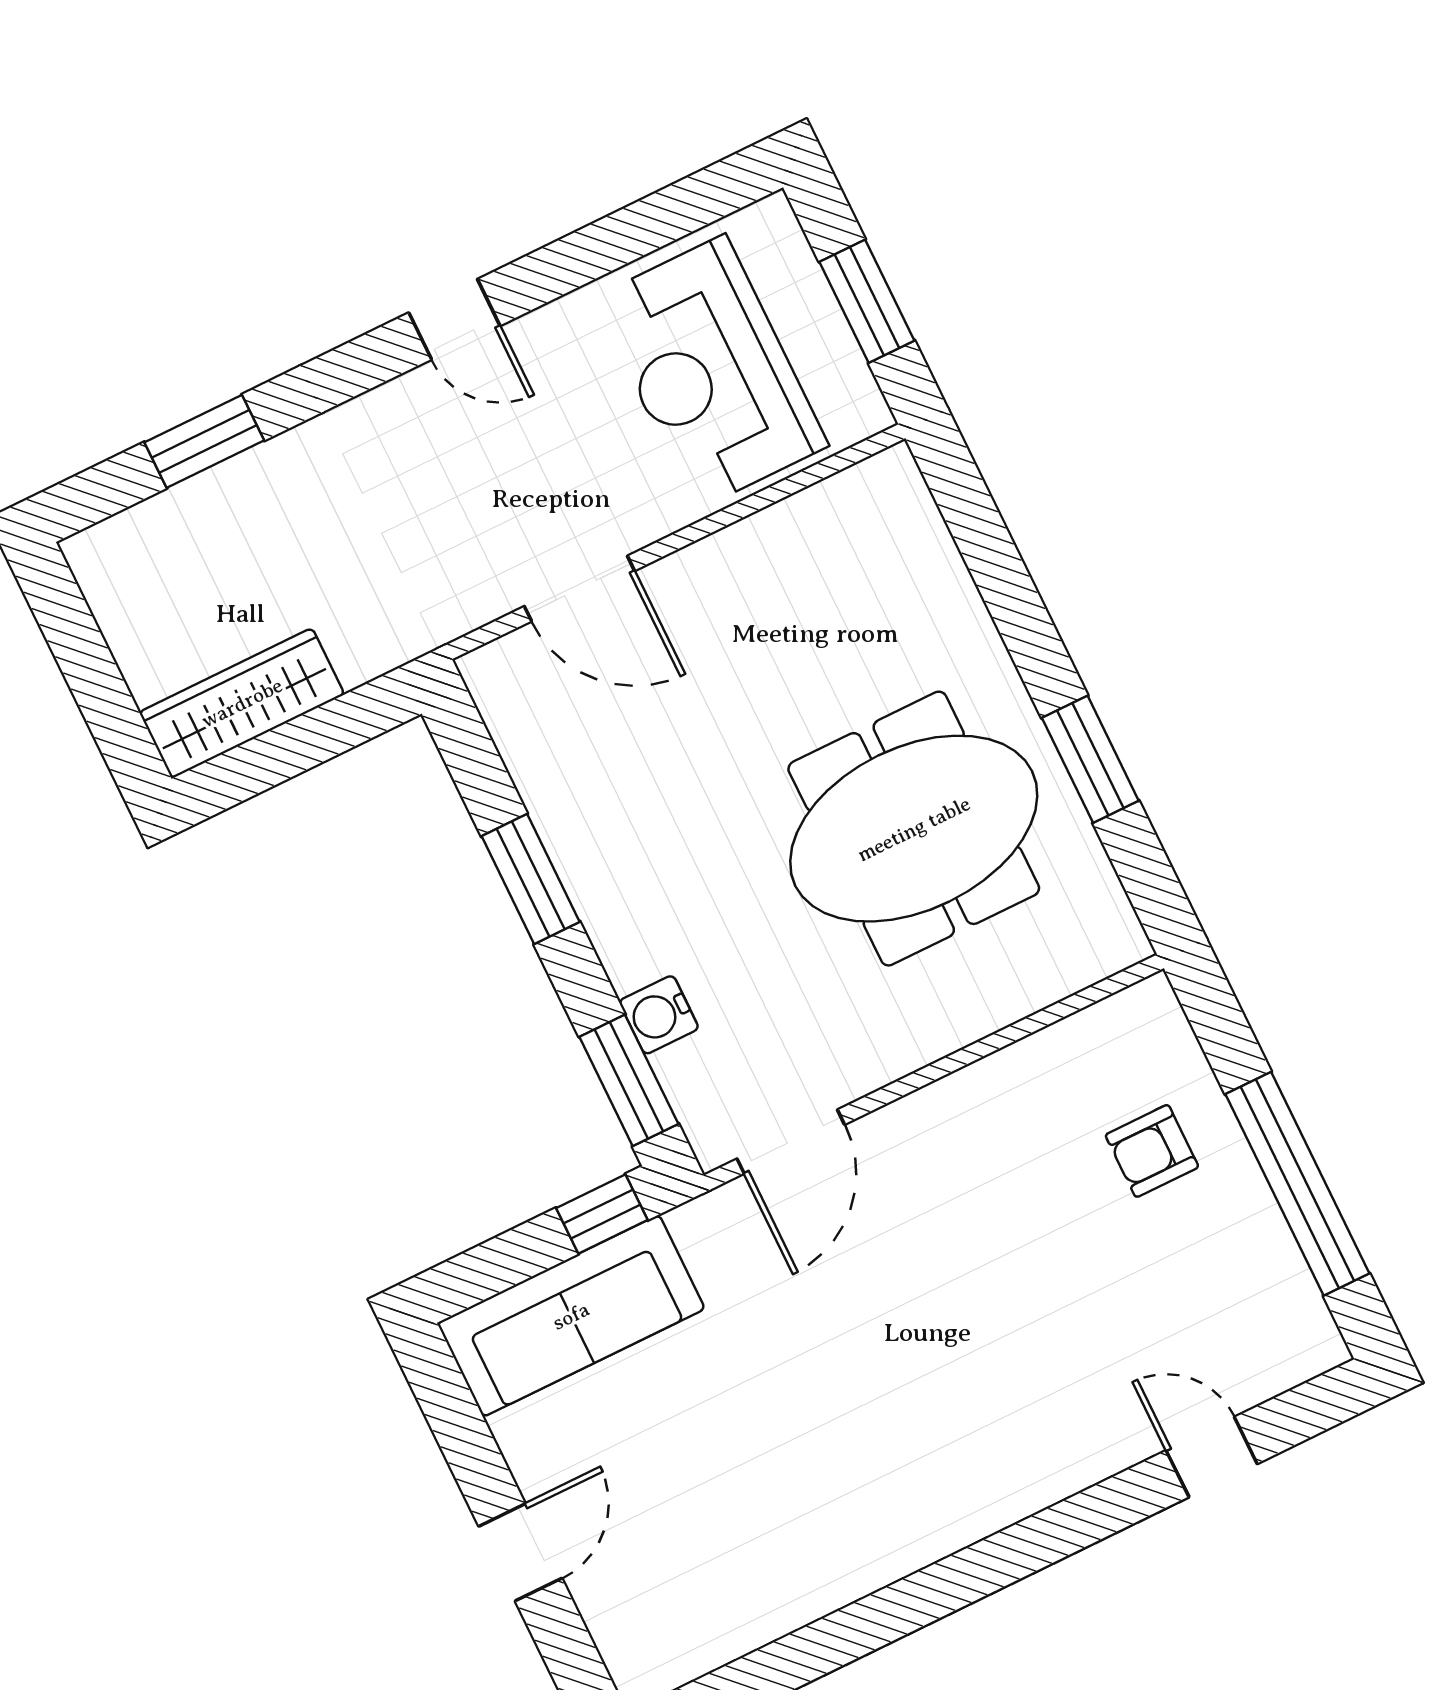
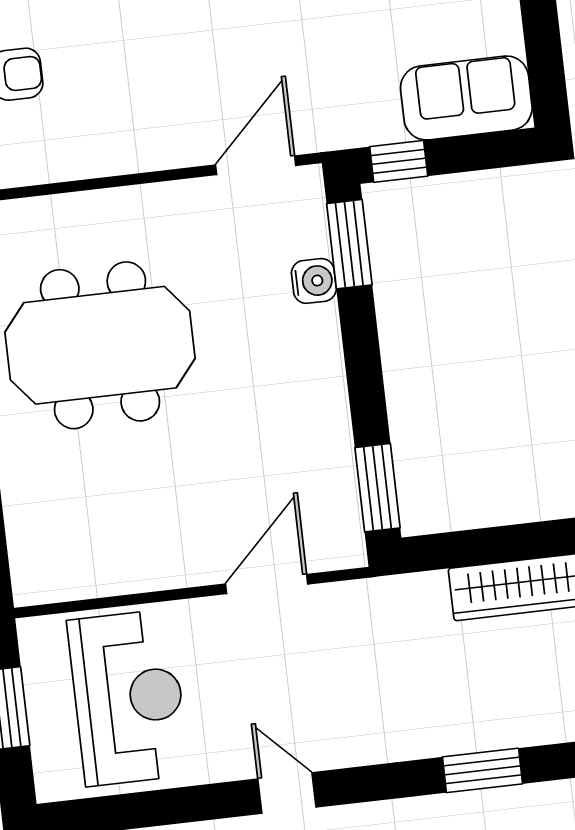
door: (579, 589) -> (267, 584), hinge flipped
window: (531, 879) -> (377, 488), moved
sofa: (571, 1316) -> (466, 98), width x0.73

